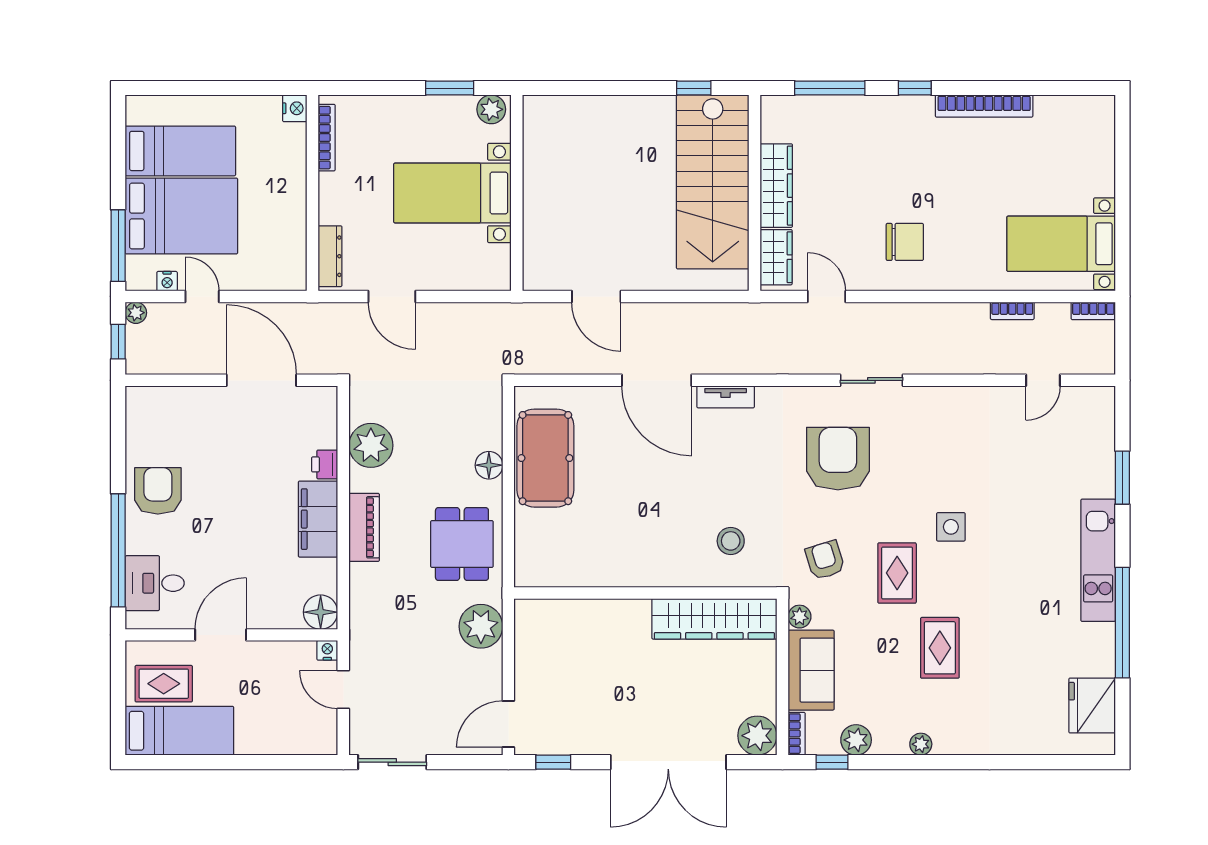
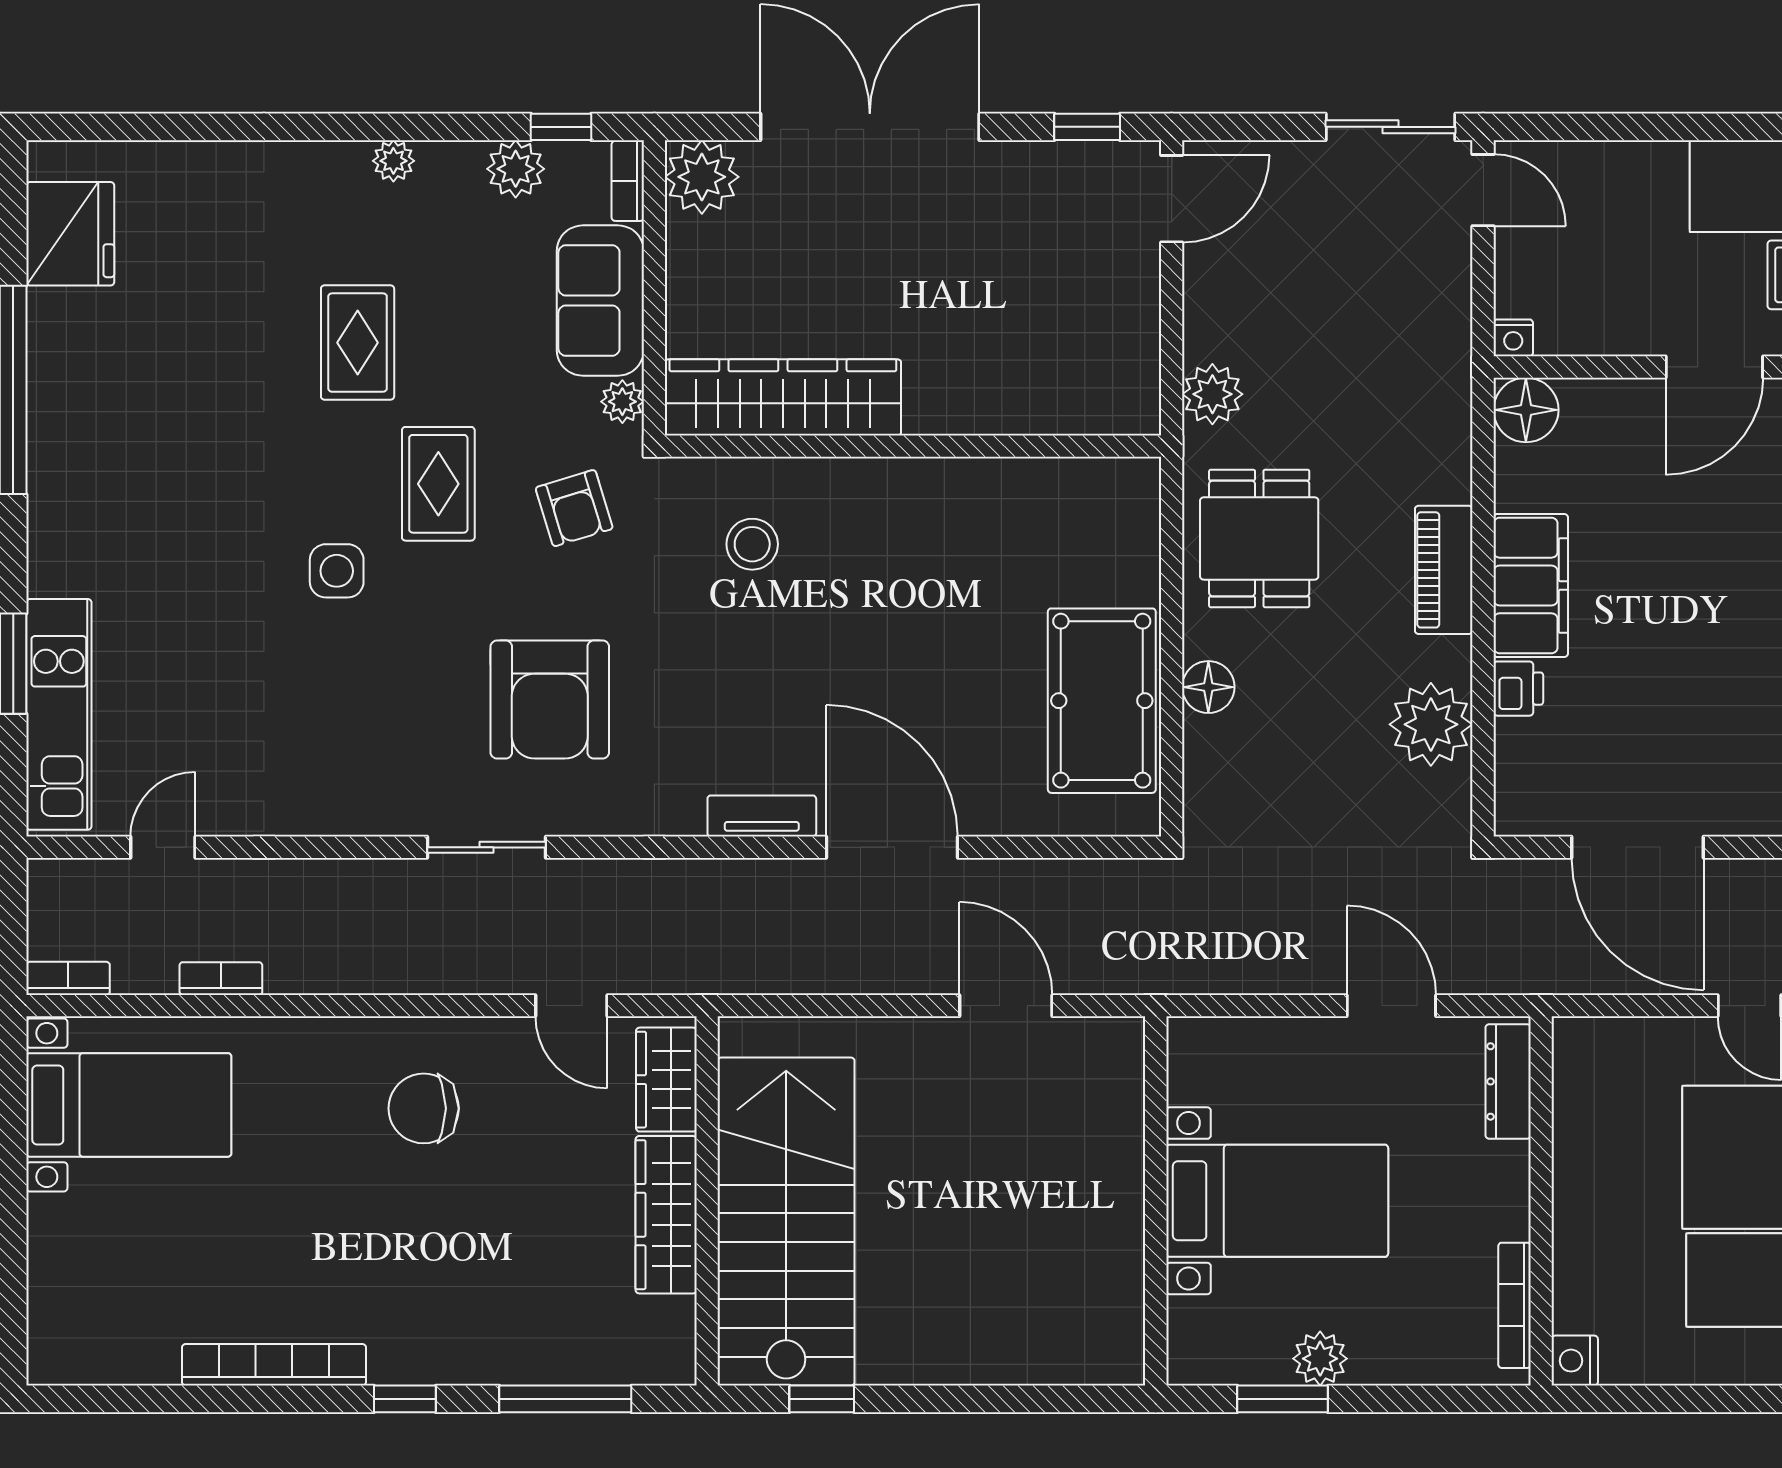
plant: (491, 109) -> (1320, 1359), moved
kitchen unit: (1098, 560) -> (59, 714), moved
plant: (481, 626) -> (1212, 394), width x0.73, depth x0.73
door: (343, 690) -> (1483, 190), moved

